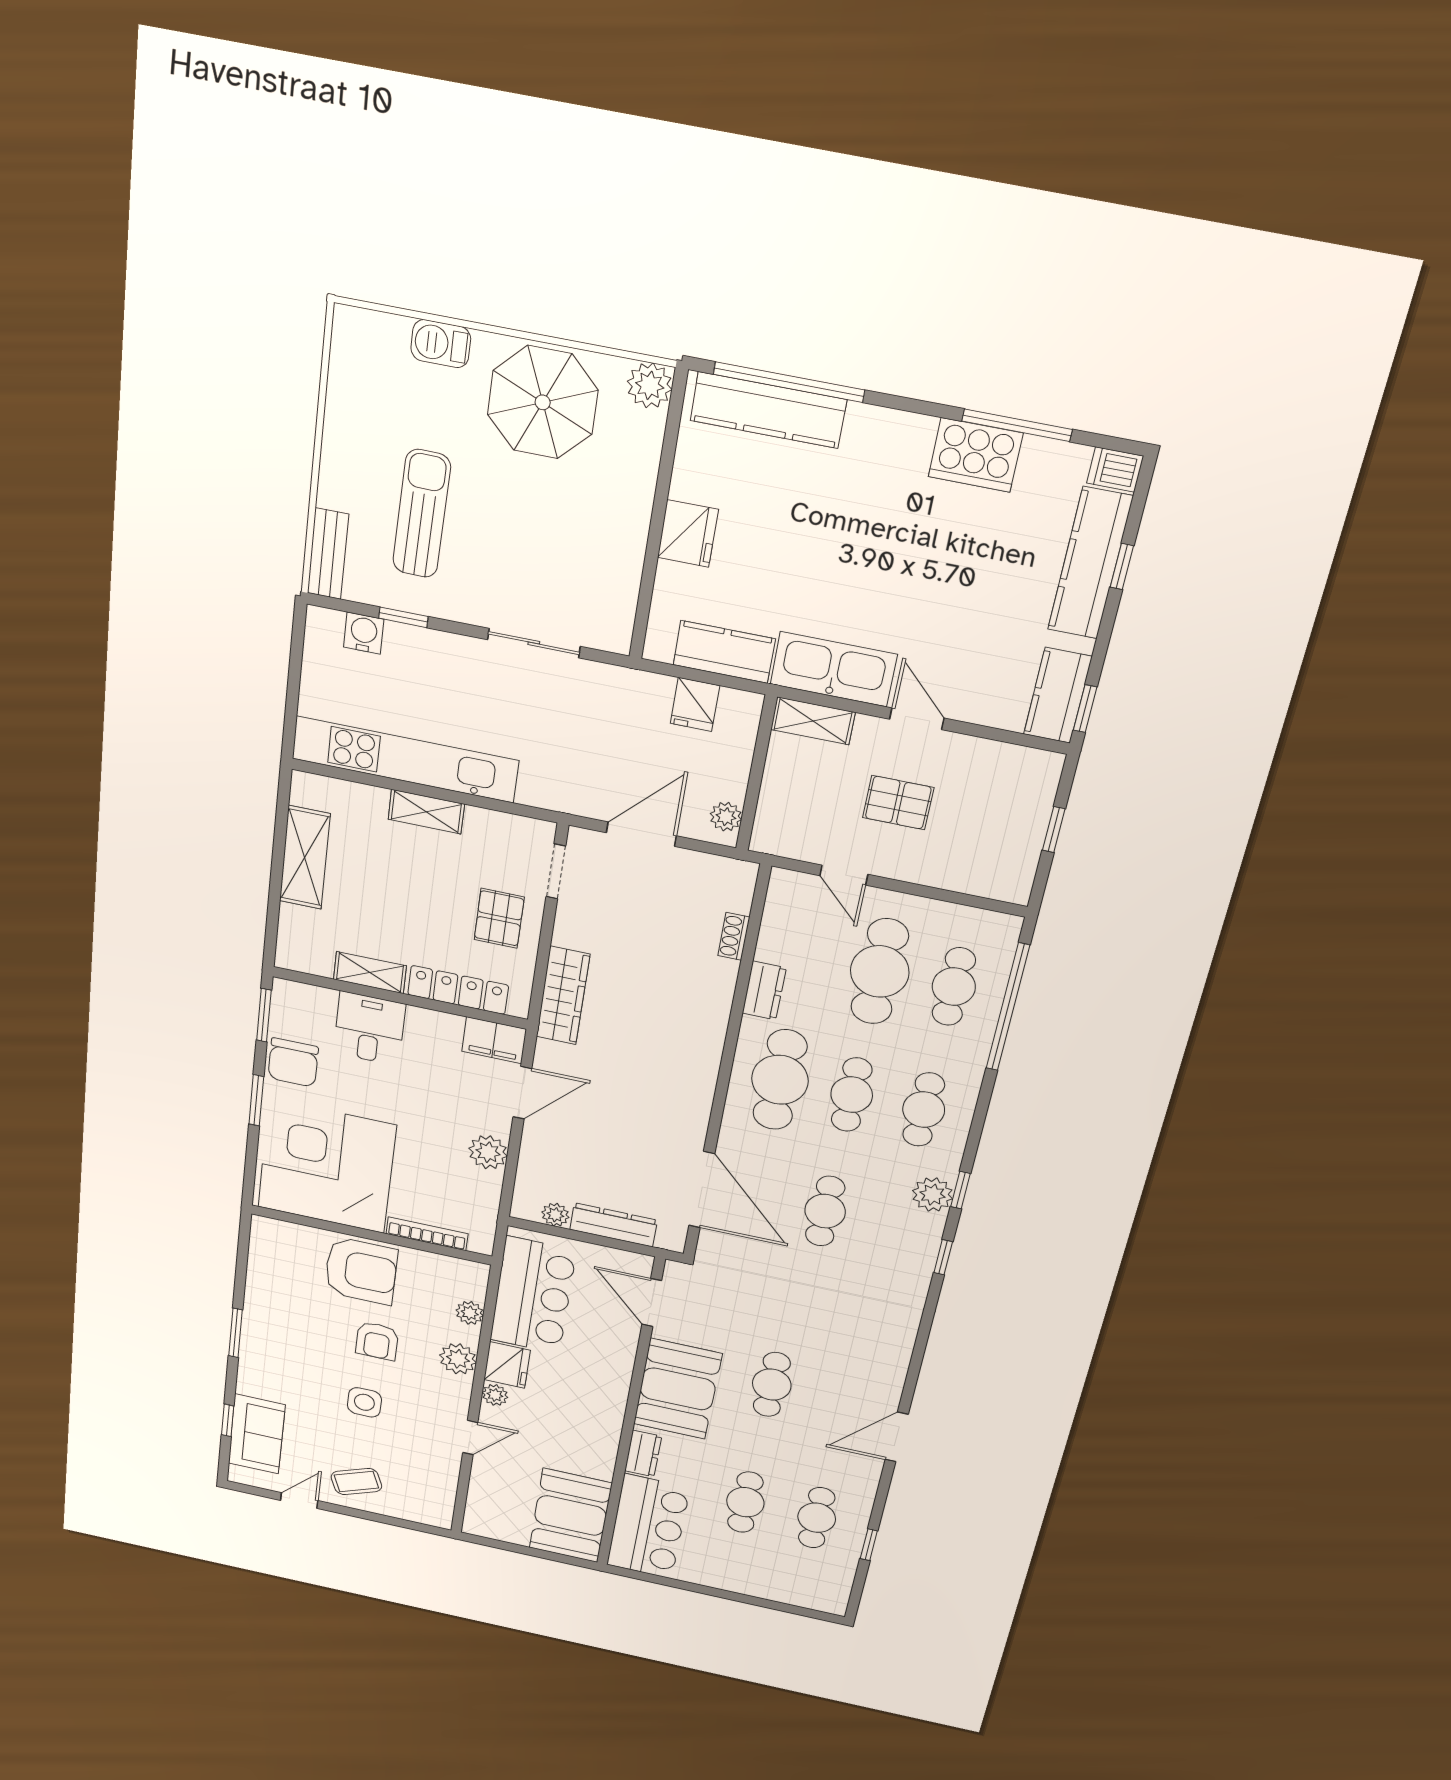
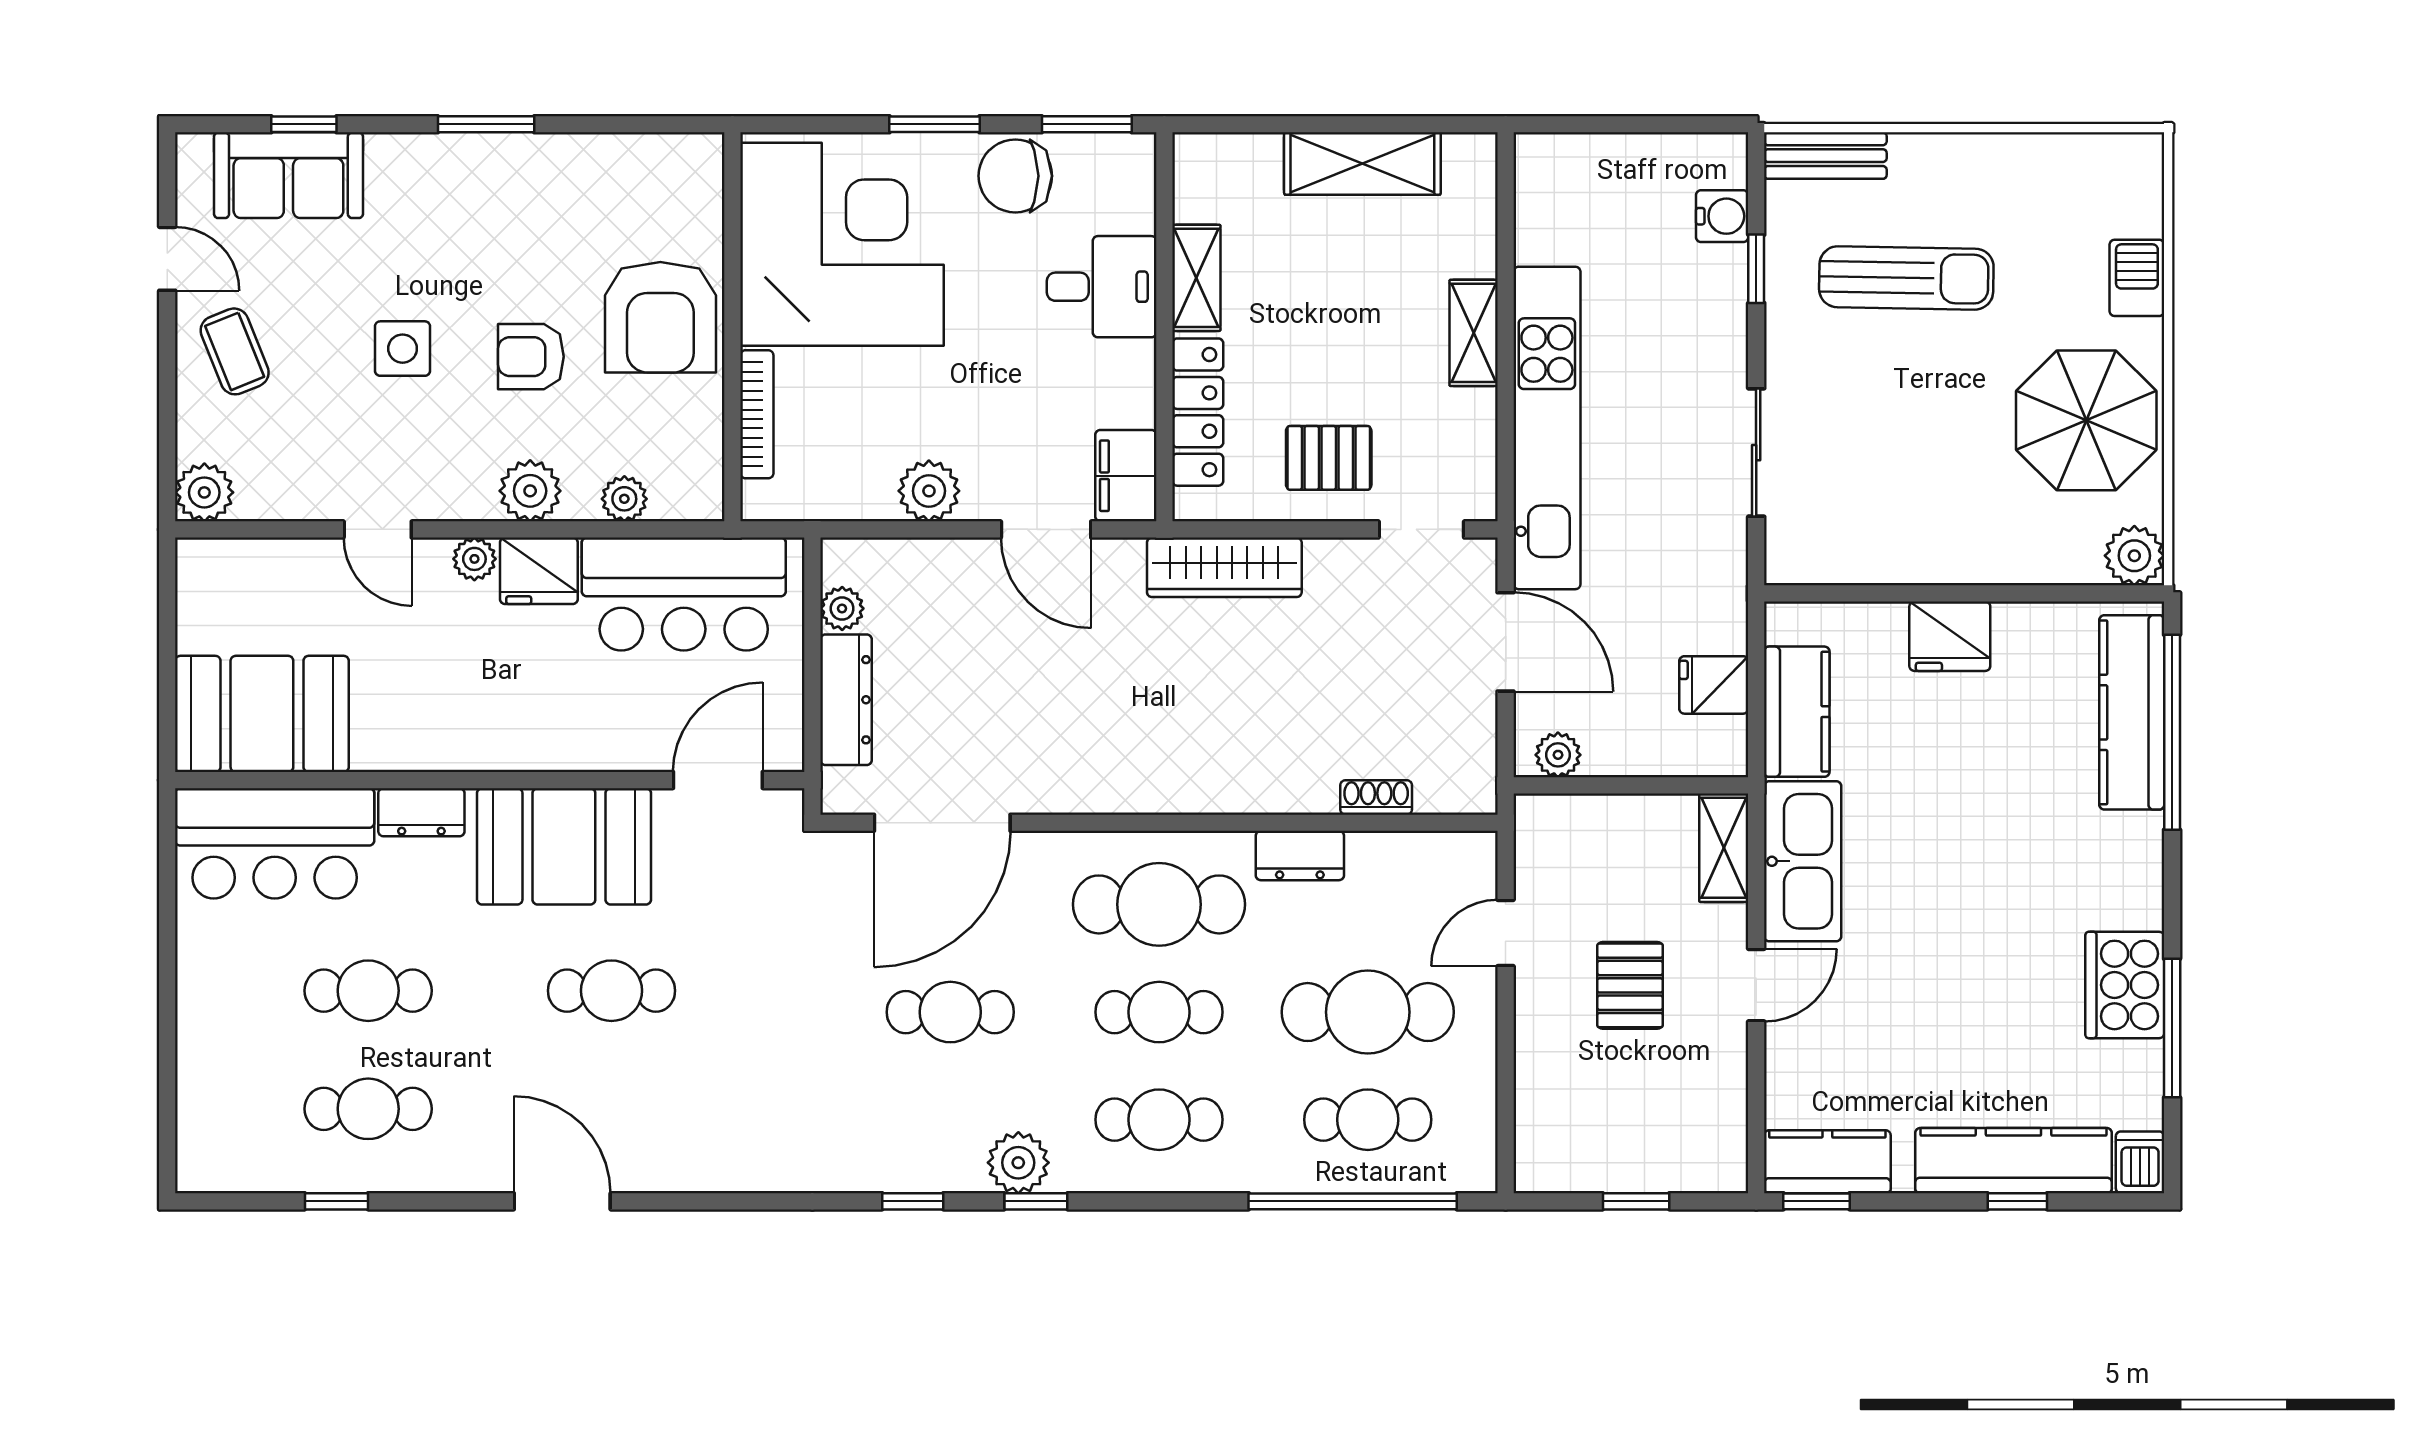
kitchen unit: (405, 759) -> (1547, 428), moved
plant: (436, 1513) -> (204, 492), added

